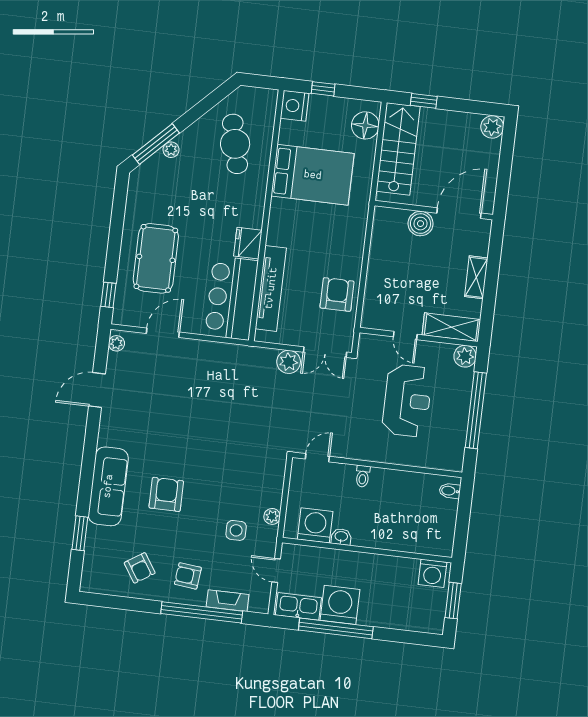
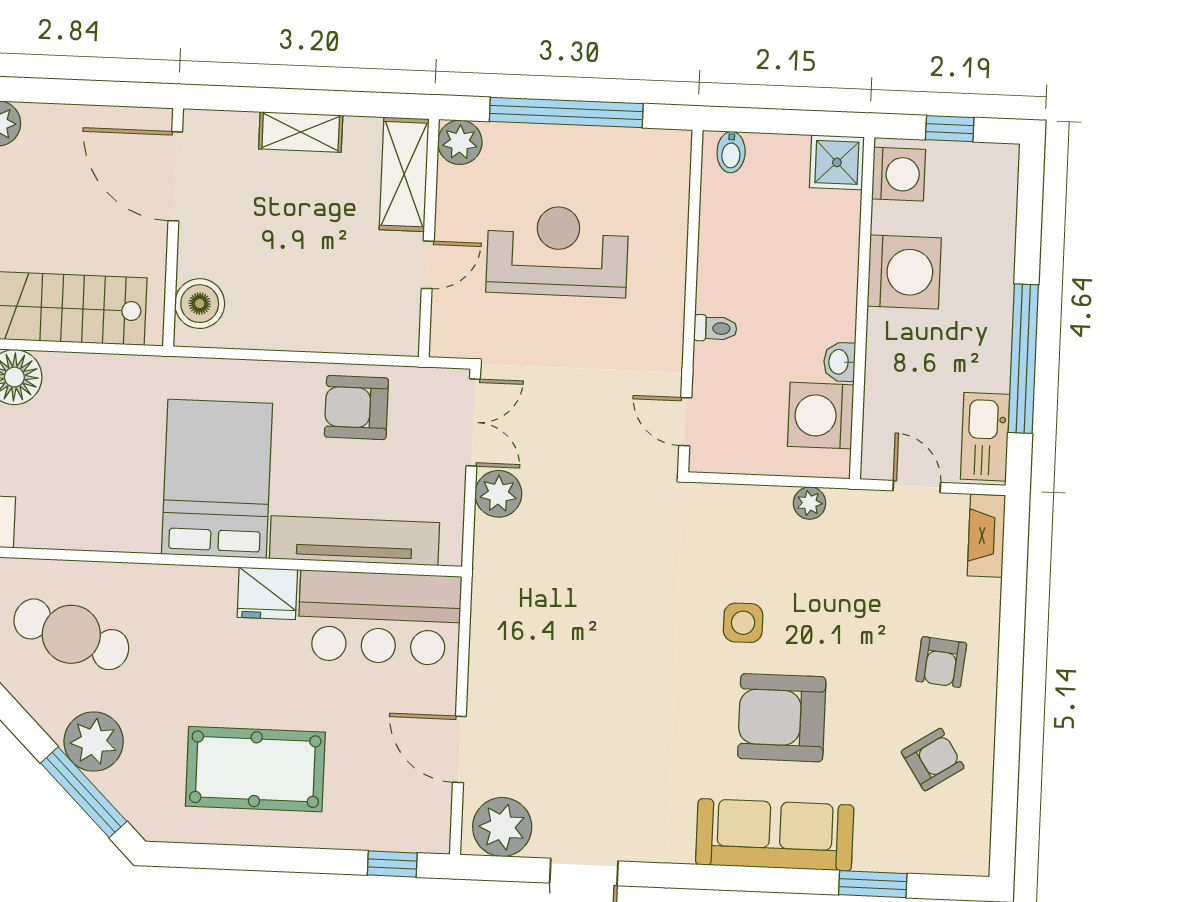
cafe table: (235, 144) -> (71, 634), turned 32
plant: (171, 150) -> (94, 742), width x1.88, depth x1.88
bed: (313, 175) -> (217, 479), moved
boiler: (420, 224) -> (200, 304), moved
pool table: (156, 258) -> (255, 769), moved
plant: (117, 343) -> (502, 827), width x1.87, depth x1.87
armchair: (166, 494) -> (782, 718), width x1.36, depth x1.36
side table: (236, 530) -> (743, 623), moved
shower: (441, 543) -> (837, 162), added
door: (276, 570) -> (917, 487), swing flipped
fireplace: (228, 601) -> (986, 536), moved
window: (453, 601) -> (950, 129), width x0.67
washing machine: (340, 605) -> (904, 272), moved, turned 180
window: (202, 612) -> (1012, 629), removed

